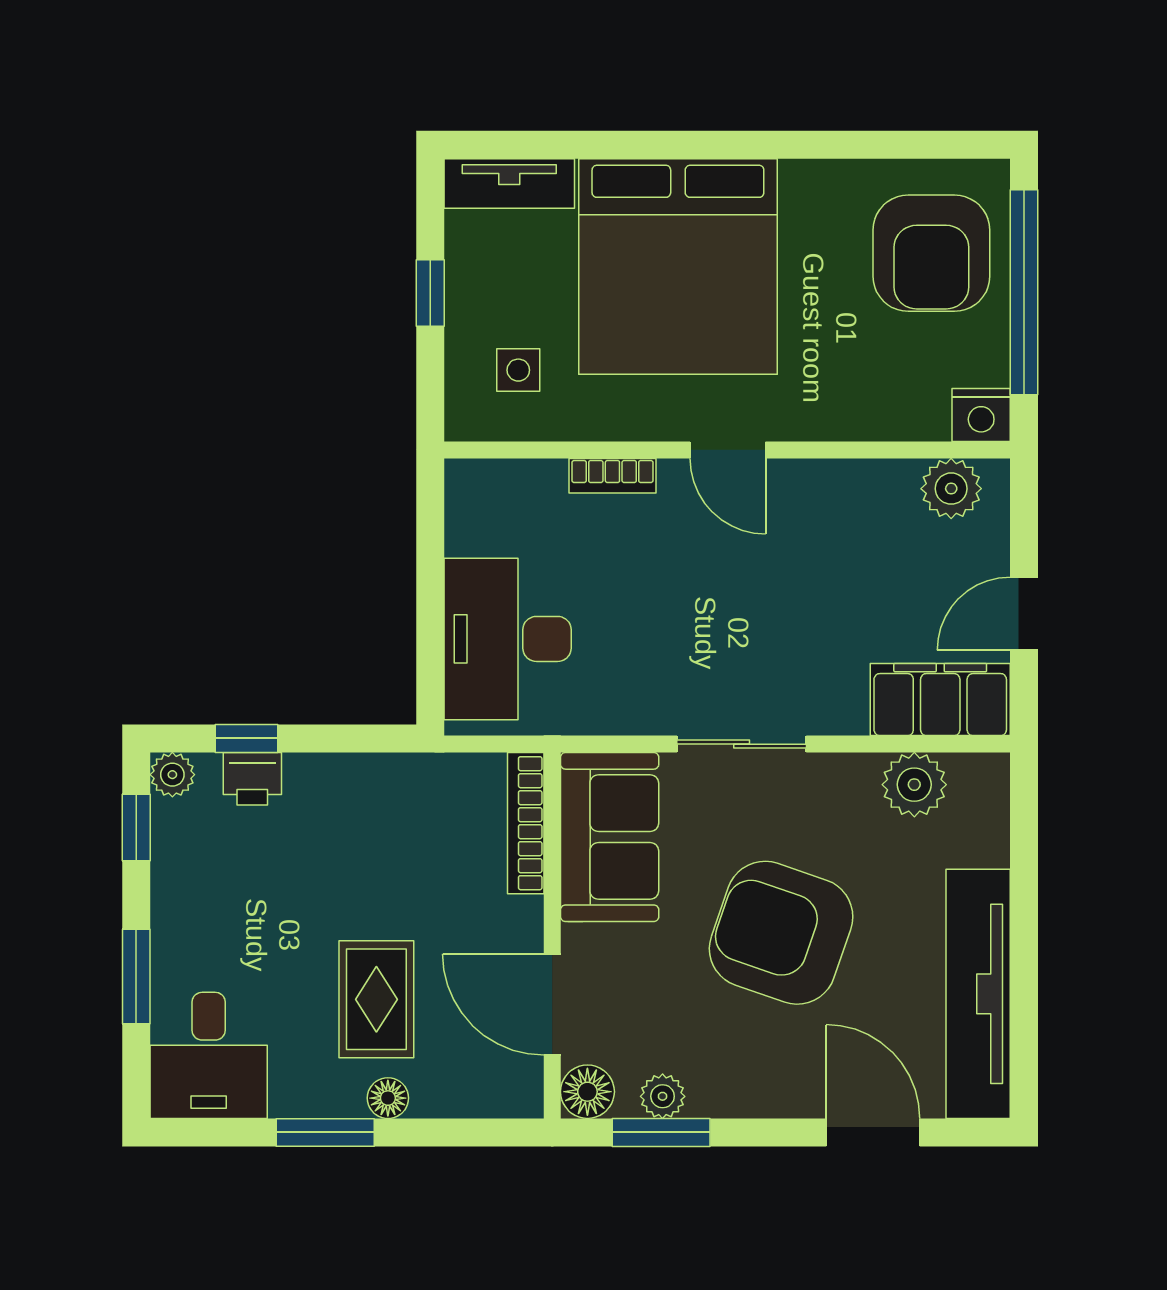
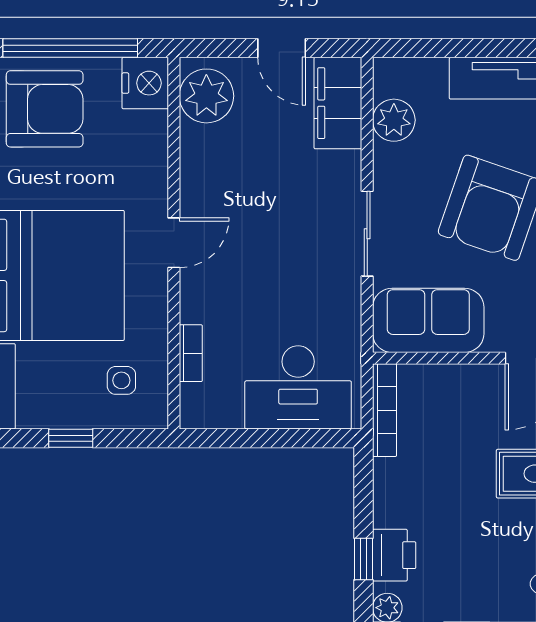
nightstand: (981, 415) -> (145, 83), width x1.36, depth x1.33
bookcase: (612, 476) -> (191, 353), moved
plant: (951, 489) -> (206, 96), width x1.36, depth x1.36
printer: (252, 779) -> (394, 555), width x1.36, depth x1.24
bookcase: (526, 823) -> (385, 410), moved, turned -90

